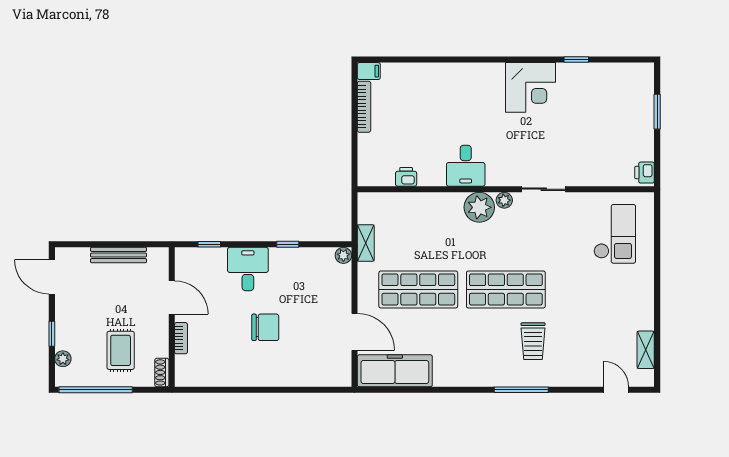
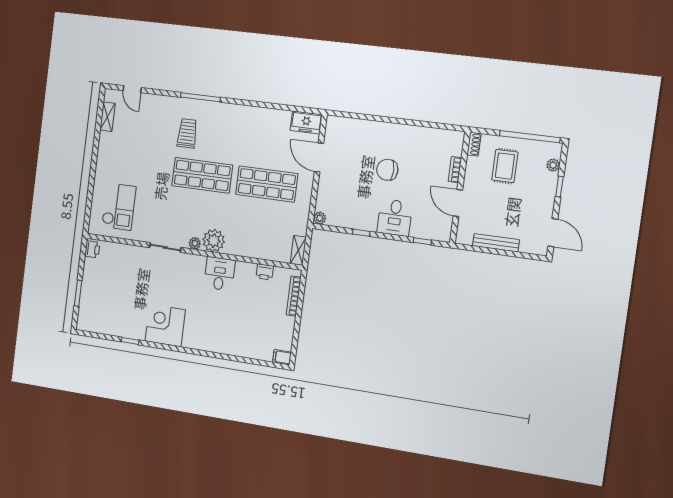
bookcase: (364, 107) -> (294, 296), moved
checkout: (615, 234) -> (119, 207), turned 180
shelving: (366, 243) -> (298, 250), moved
freezer: (395, 371) -> (306, 122), width x0.52, depth x0.79

